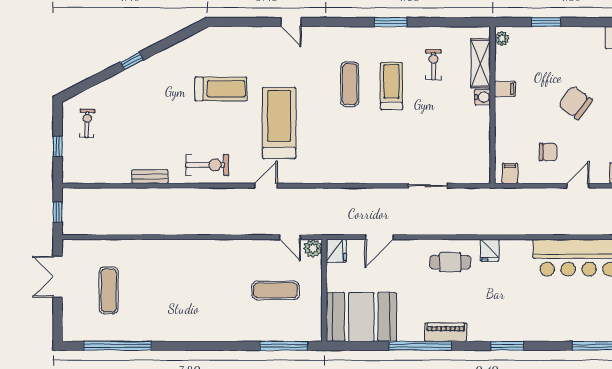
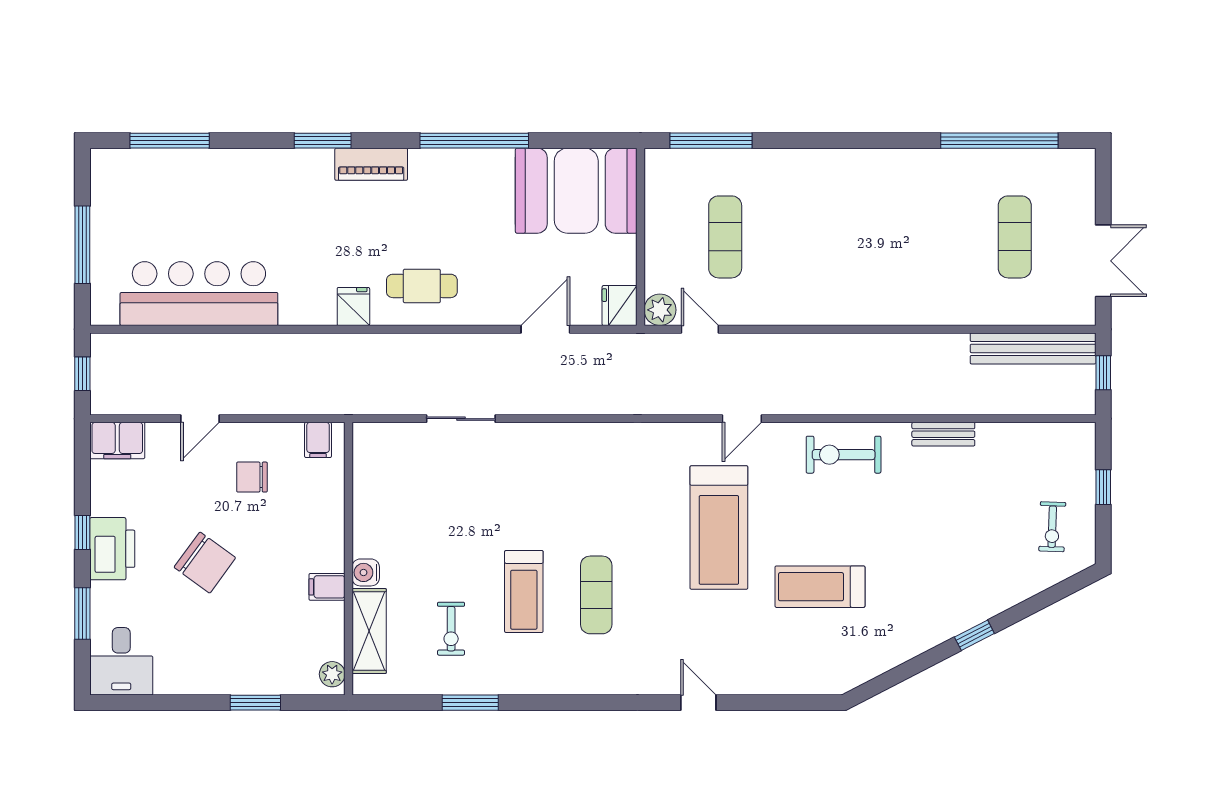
window: (391, 22) -> (470, 703), moved
bench: (98, 226) -> (1033, 348), added
exercise mat: (275, 290) -> (725, 237), turned 90
piano: (446, 332) -> (371, 164), moved

